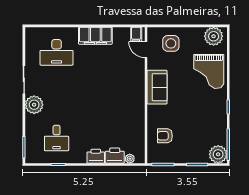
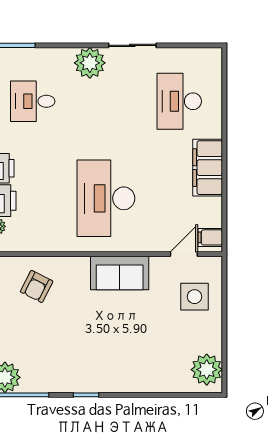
grand piano: (209, 72) -> (146, 361), removed
desk: (113, 95) -> (106, 198), added
armchair: (165, 136) -> (37, 286), turned -153

